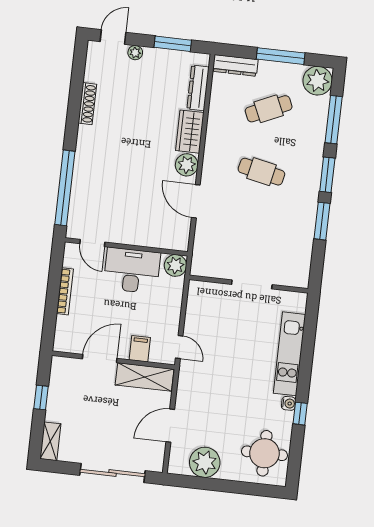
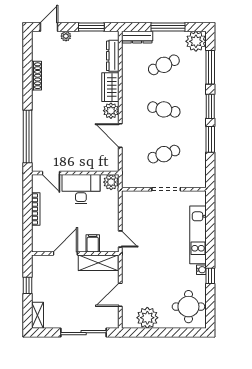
cafe table: (254, 235) -> (164, 154), added

